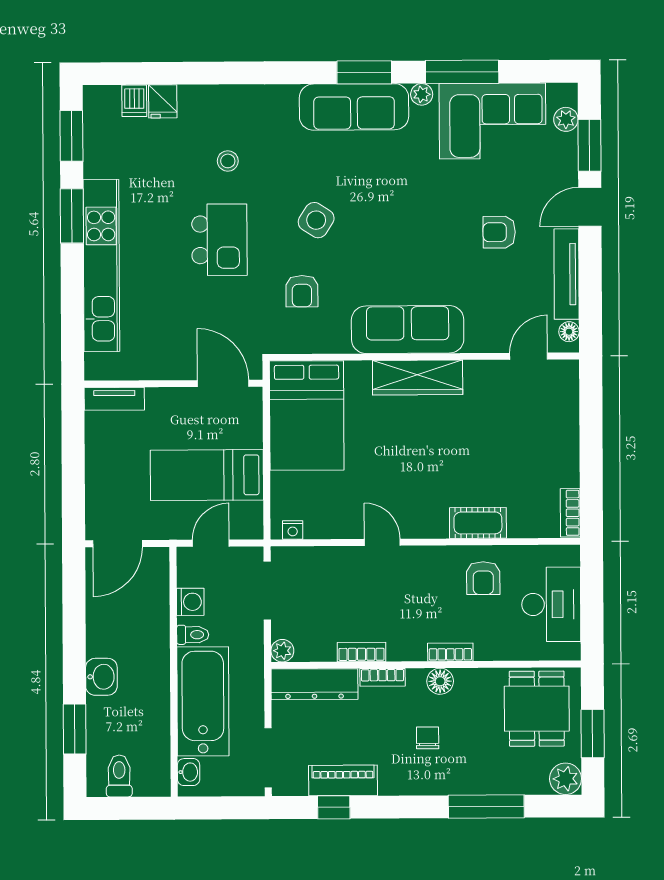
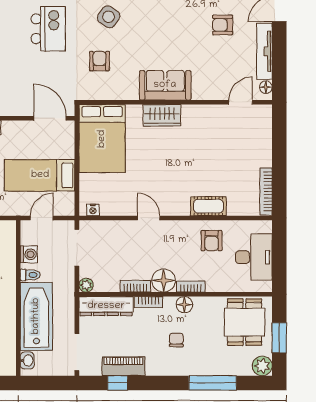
armchair: (302, 291) -> (99, 61), turned 180
sofa: (408, 330) -> (165, 85), width x0.73
wardrobe: (418, 378) -> (162, 115), width x0.67
bookcase: (570, 513) -> (266, 192), width x1.56
floor lamp: (407, 643) -> (164, 281), added

